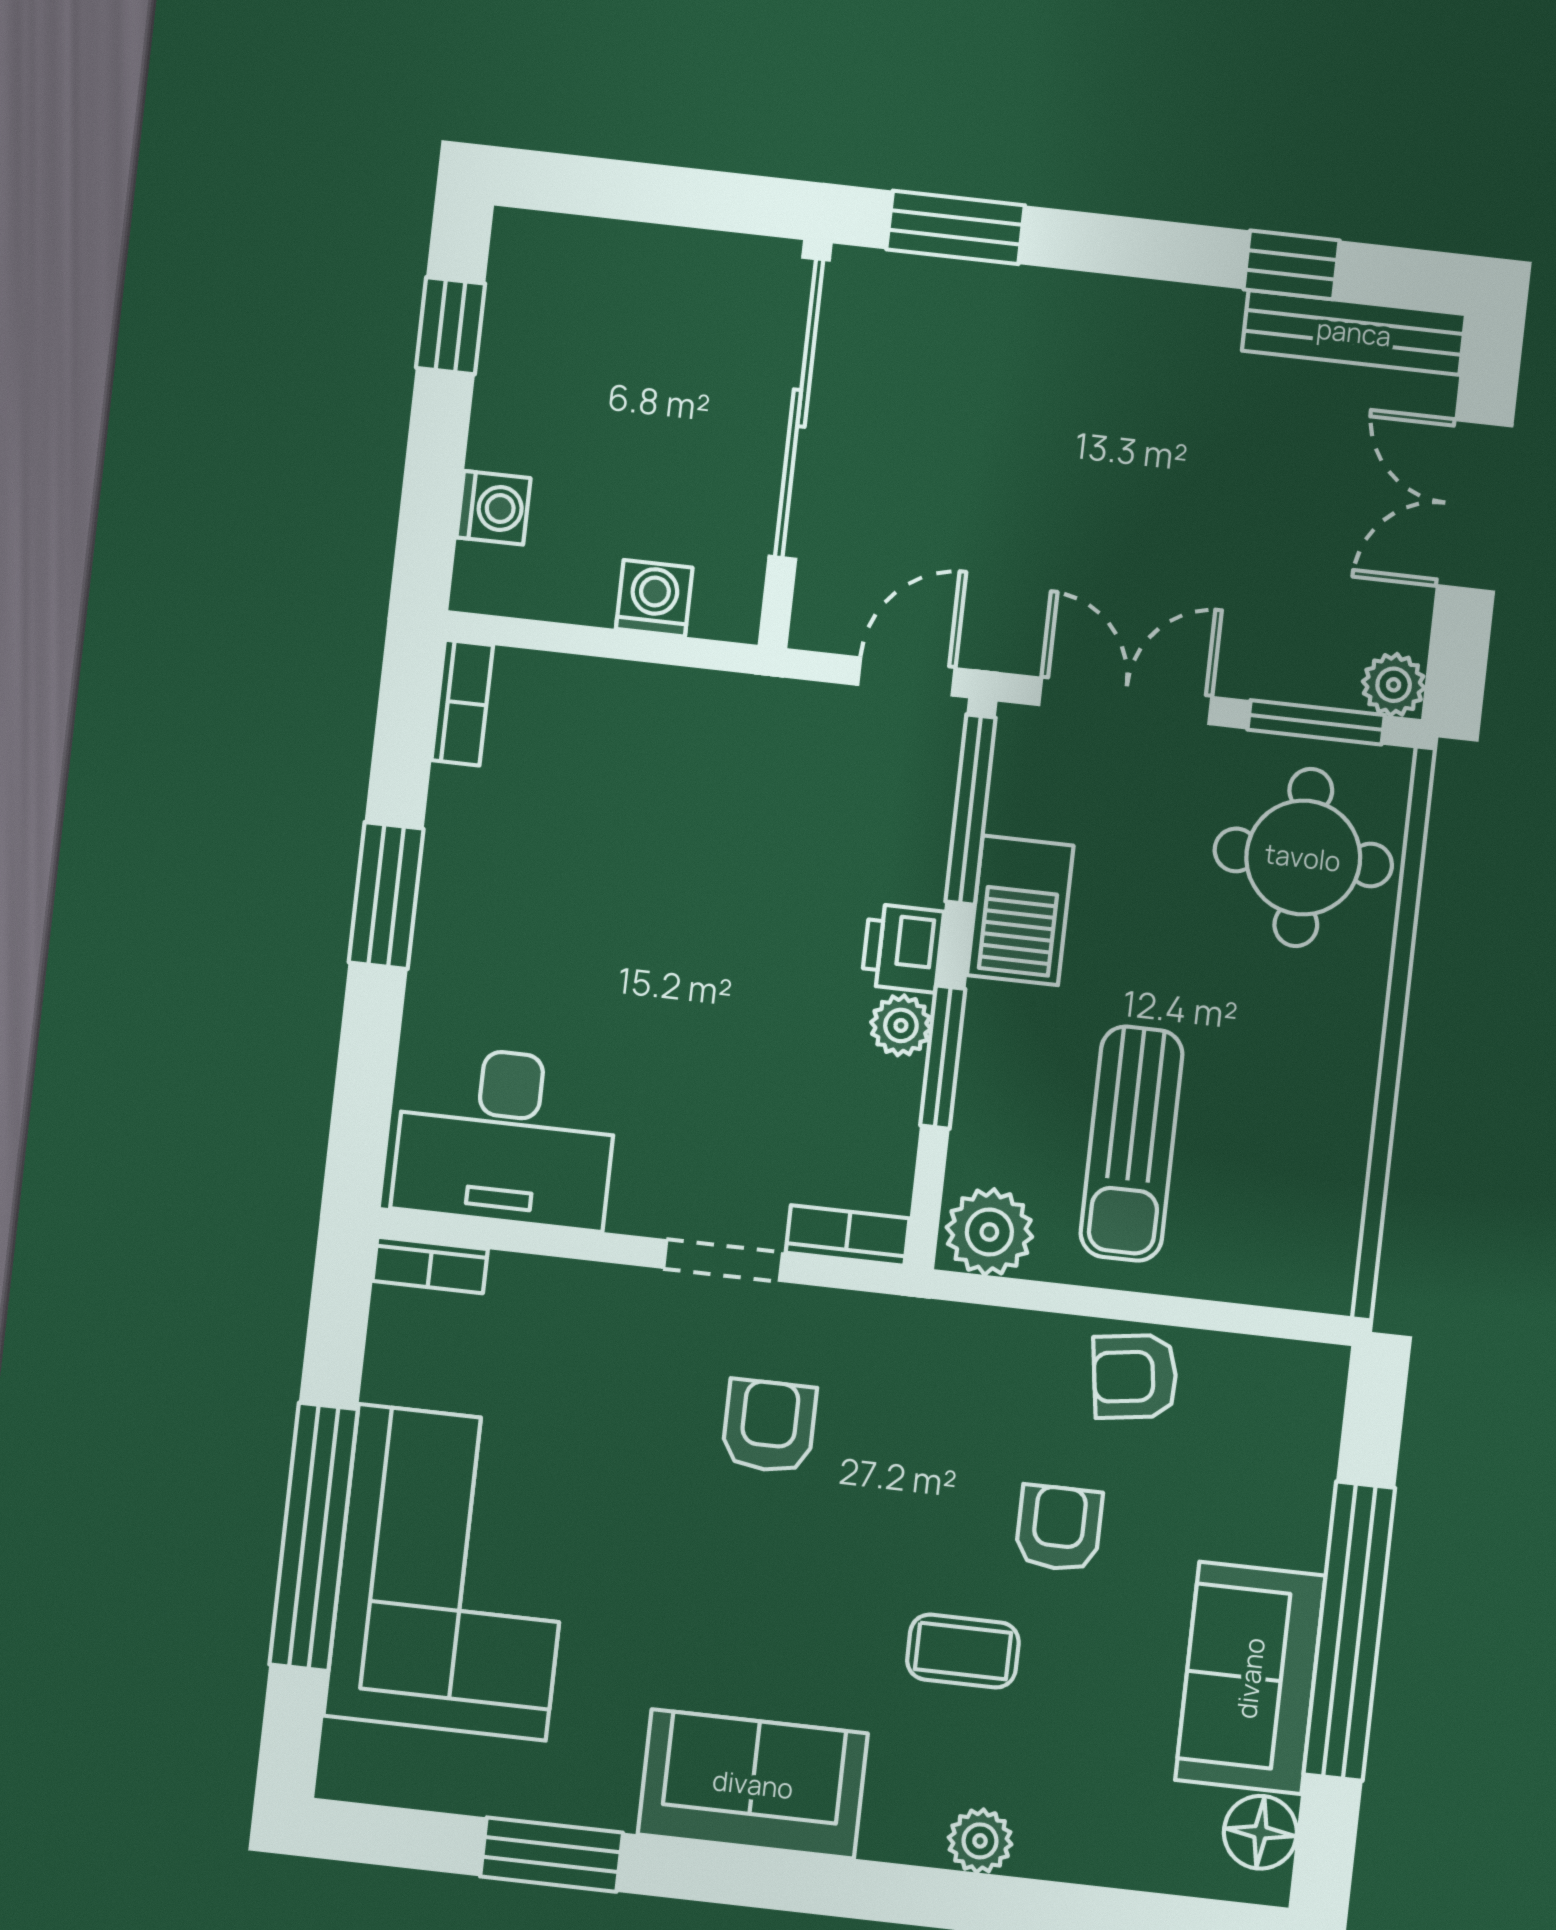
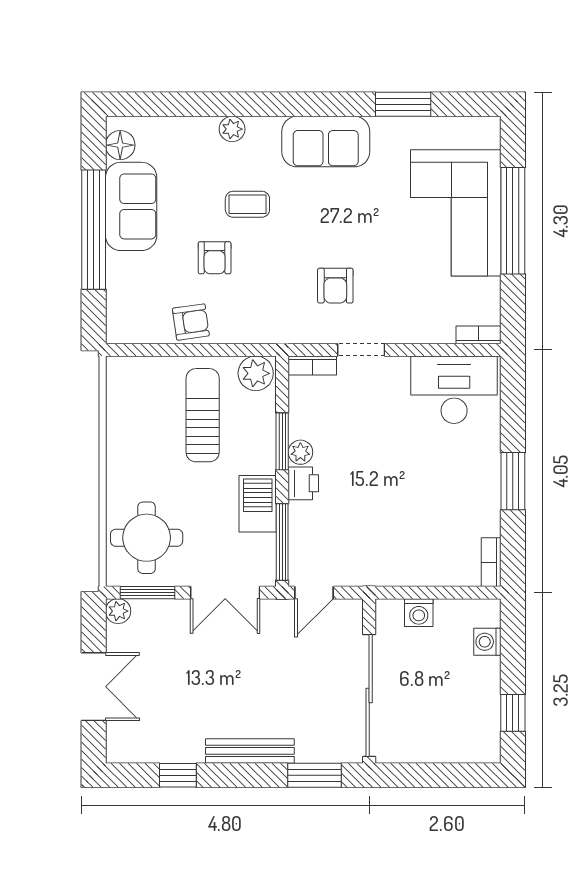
bench: (1354, 332) -> (250, 751), moved

